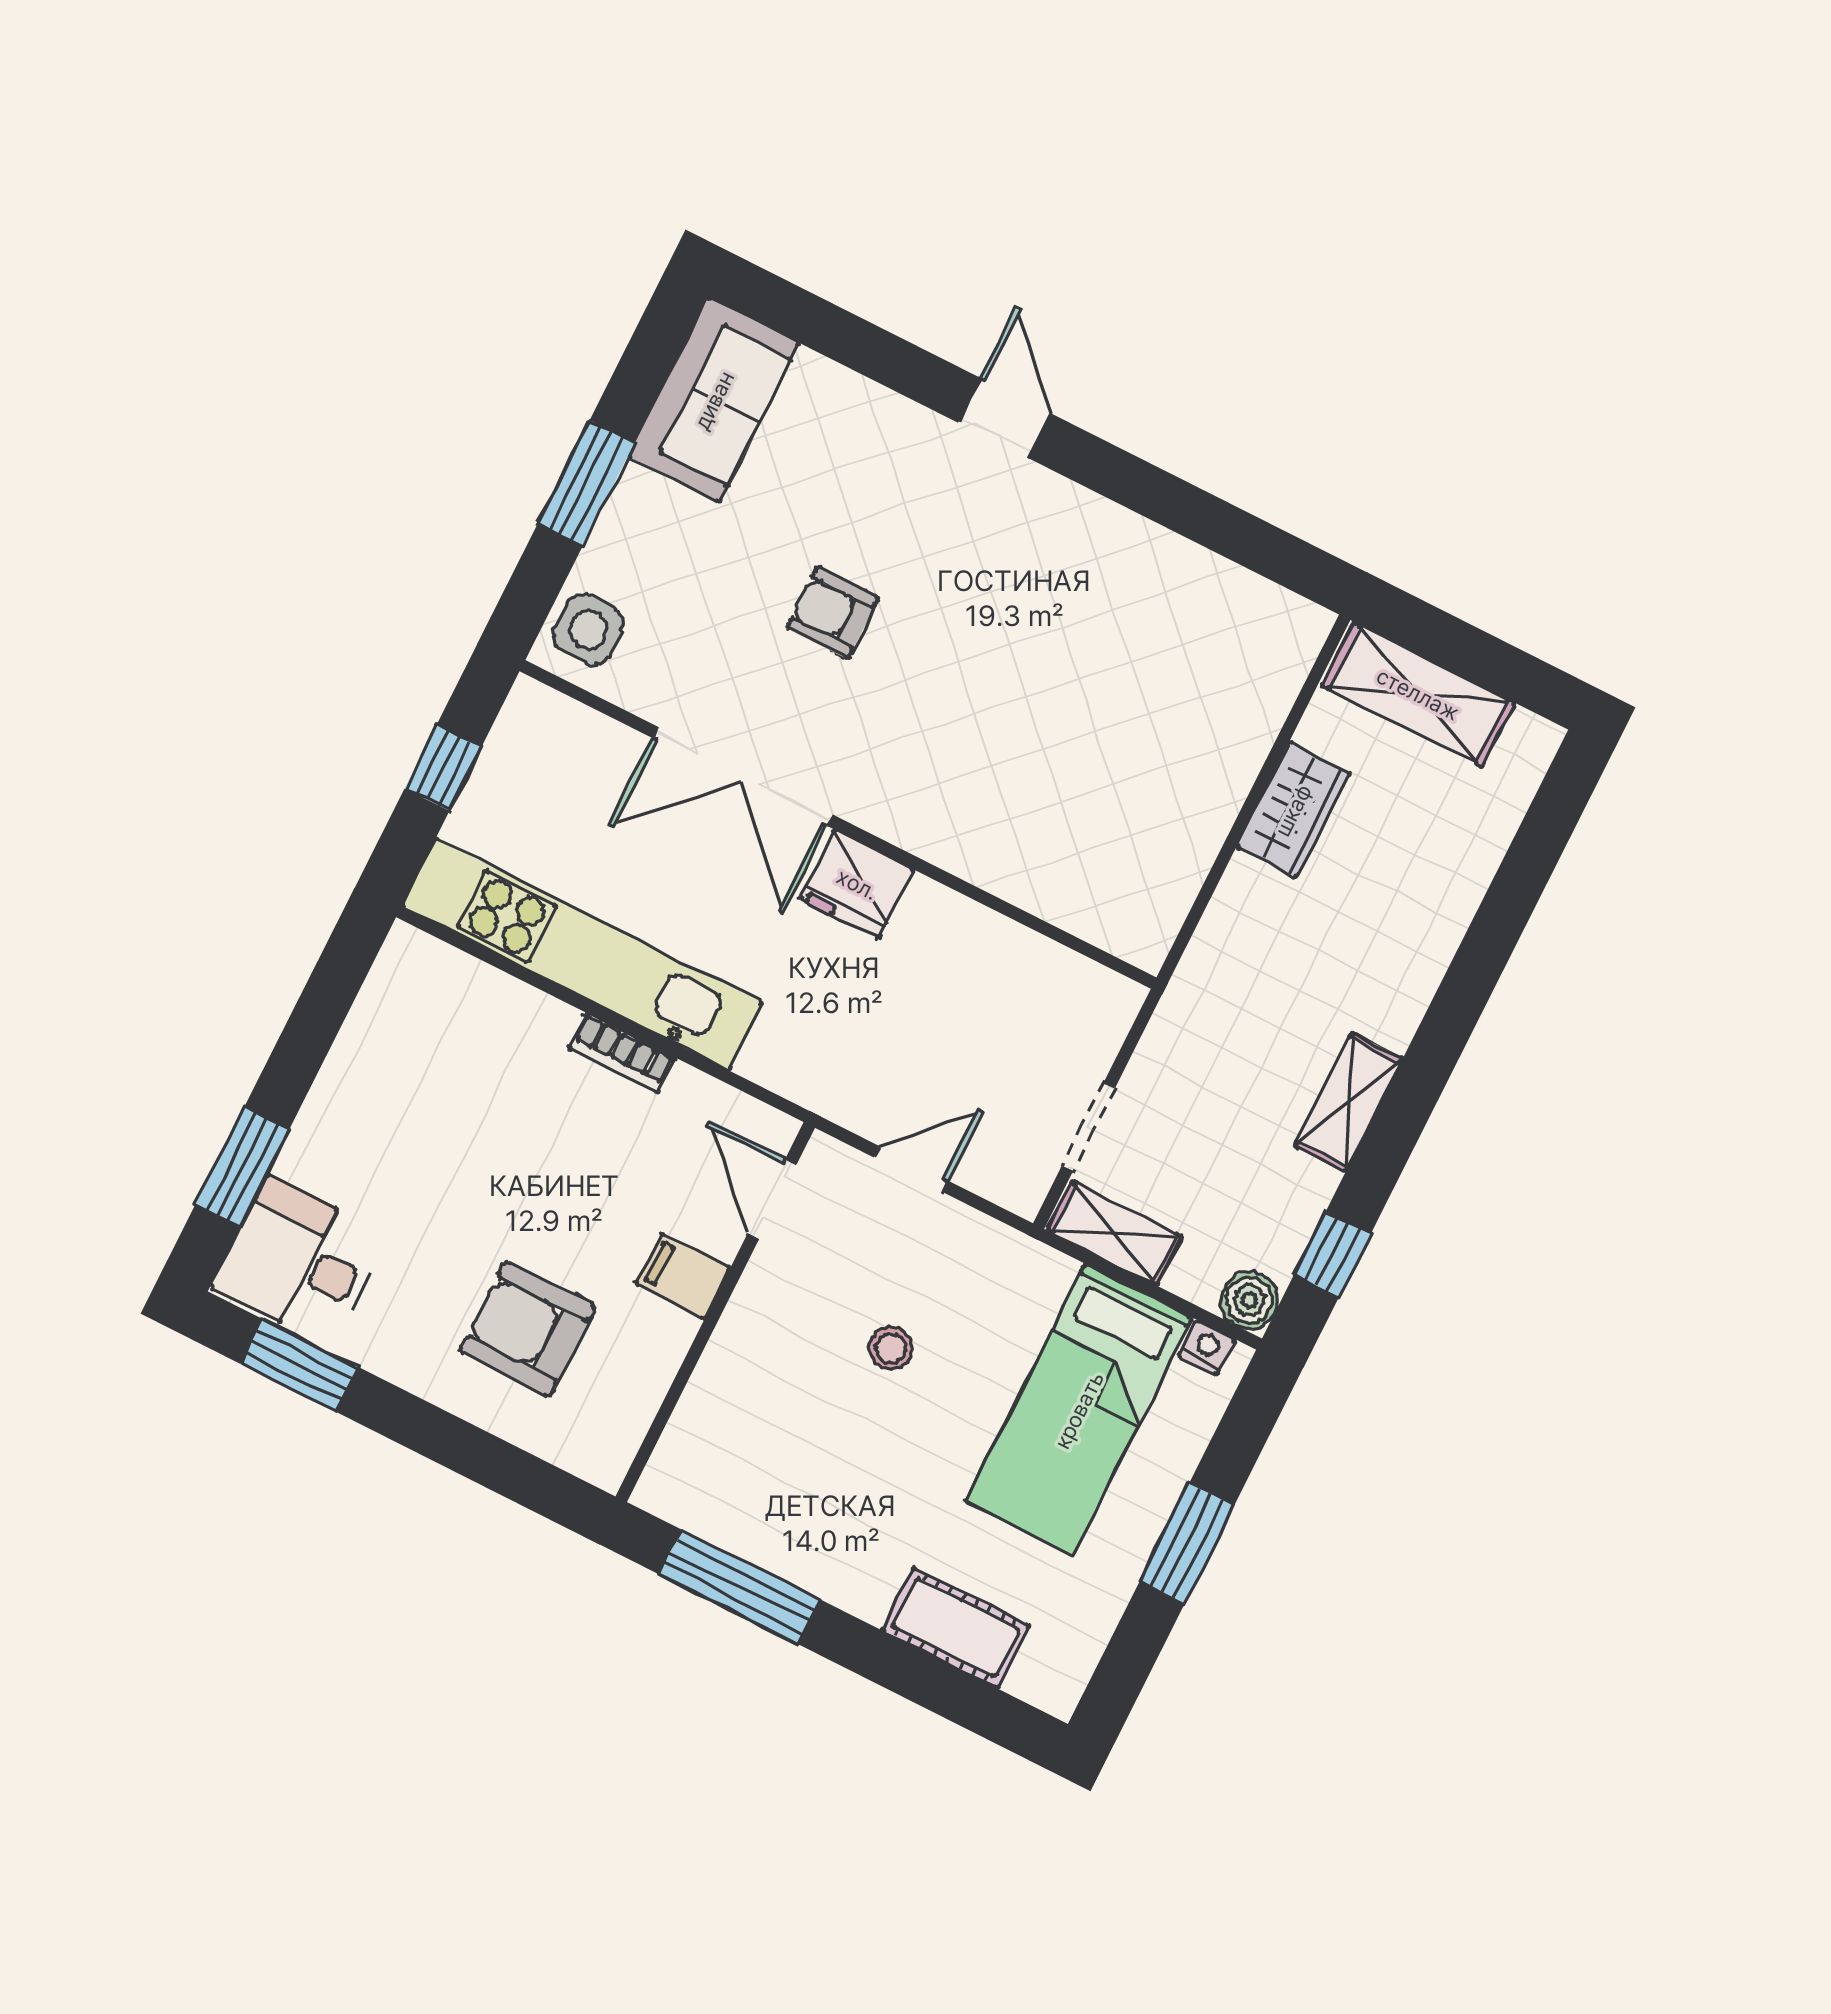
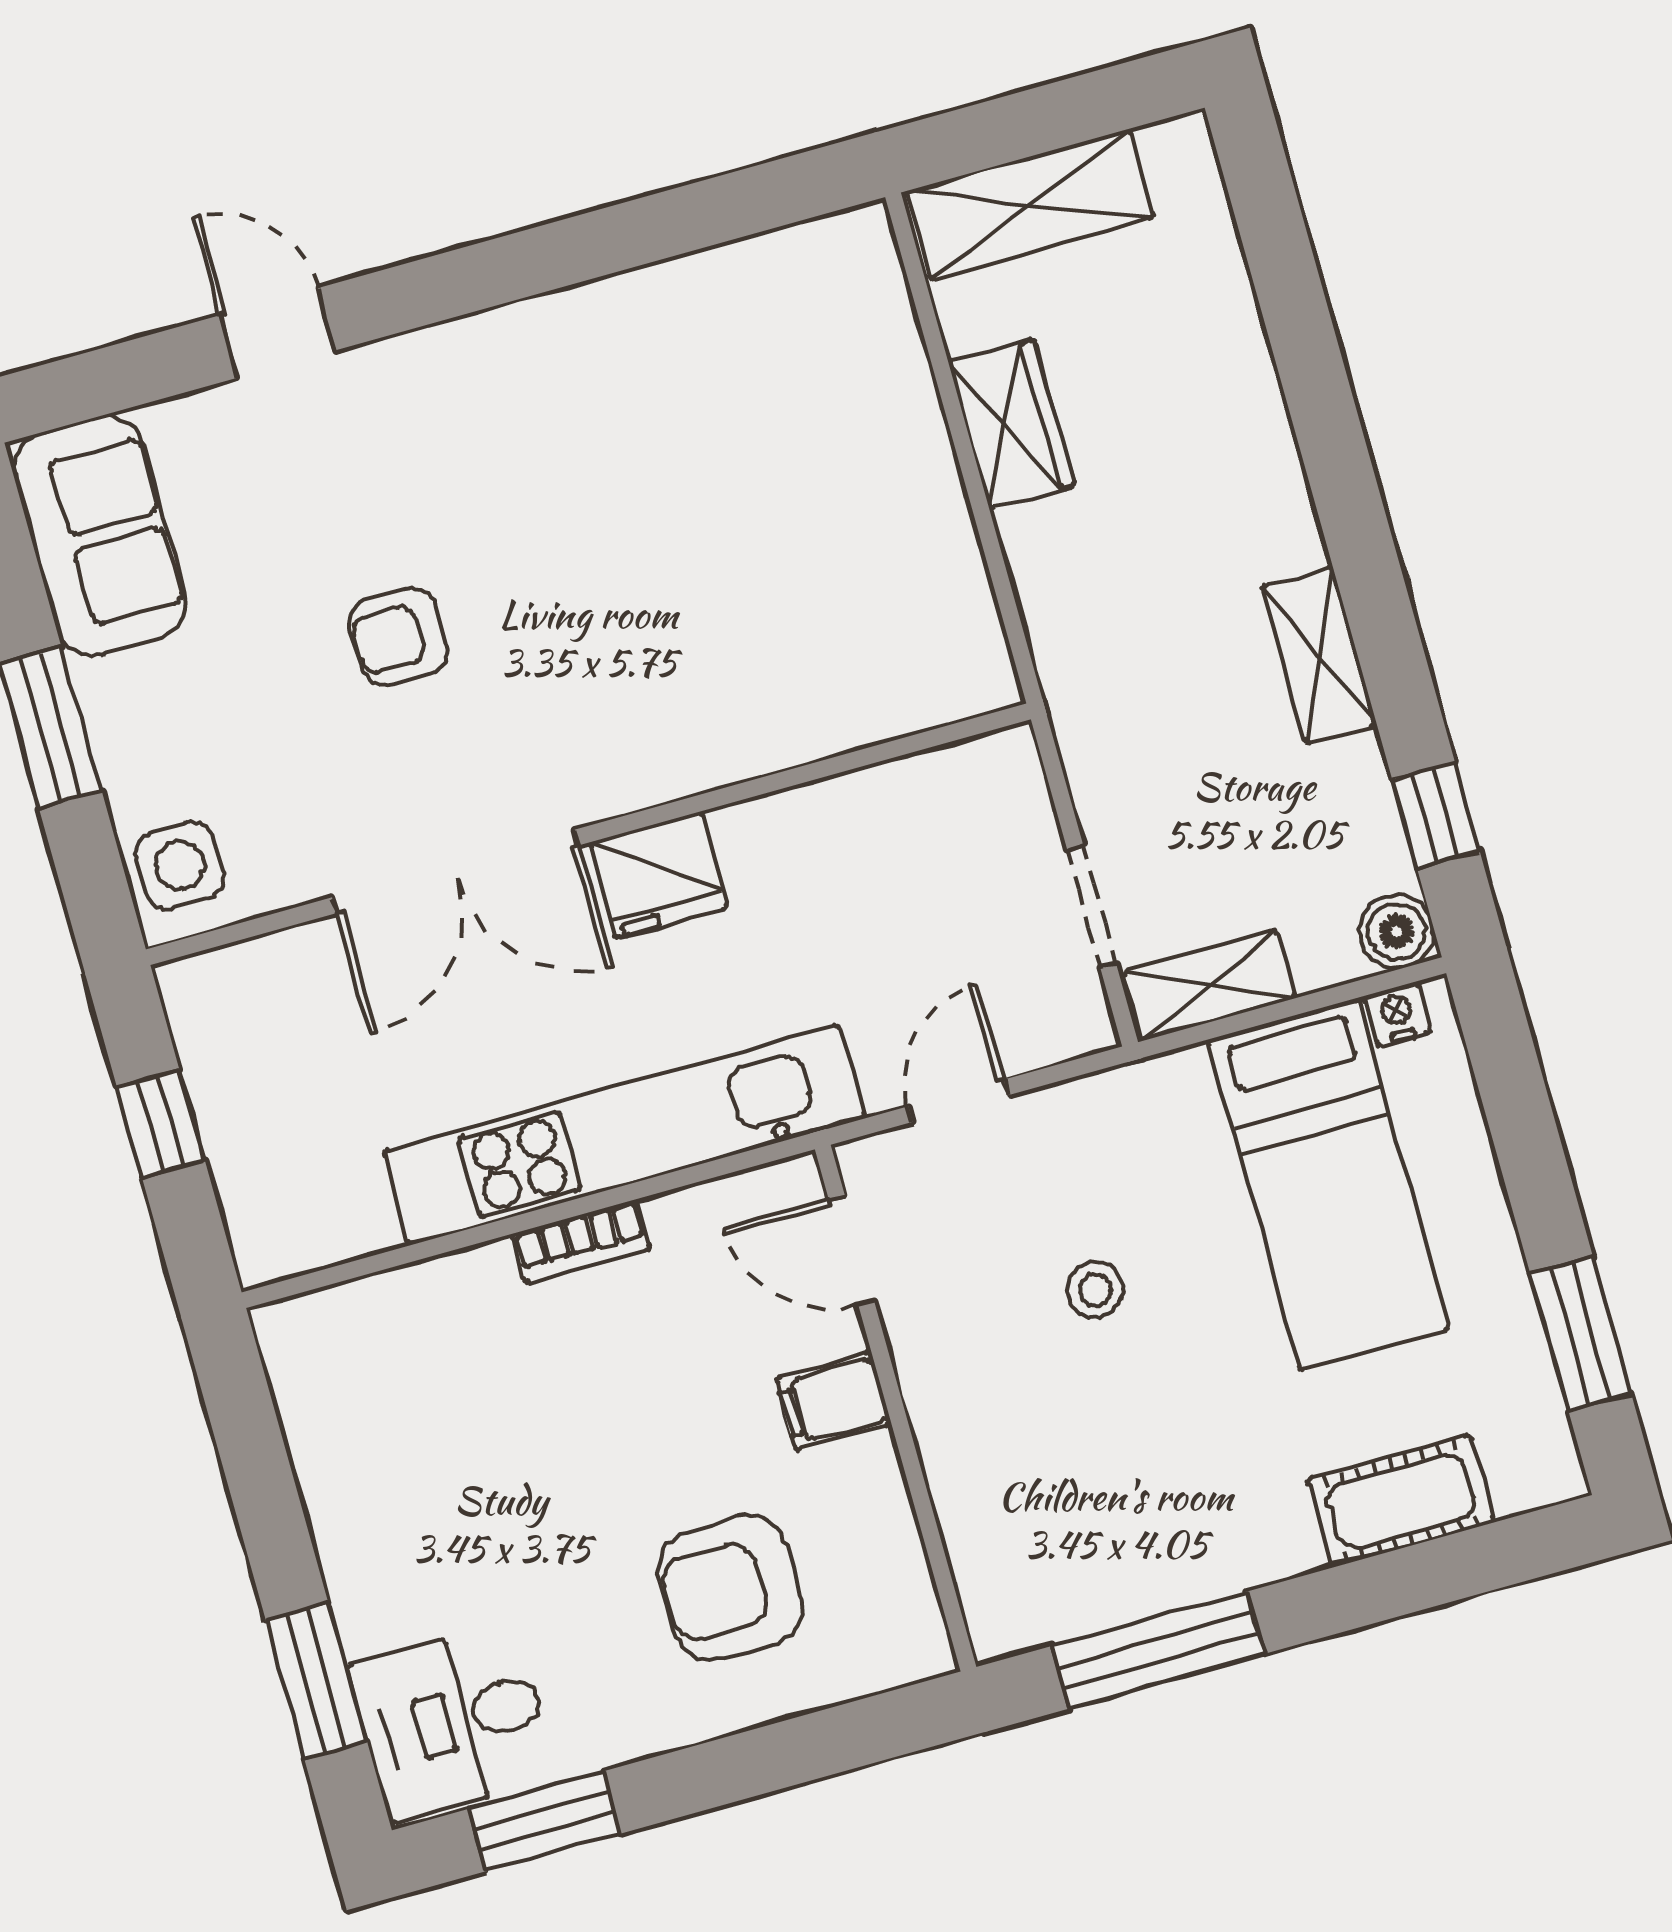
door: (1004, 418) -> (277, 333), moved
kitchen unit: (582, 954) -> (624, 1135), moved
window: (1187, 1544) -> (1581, 1334), moved

